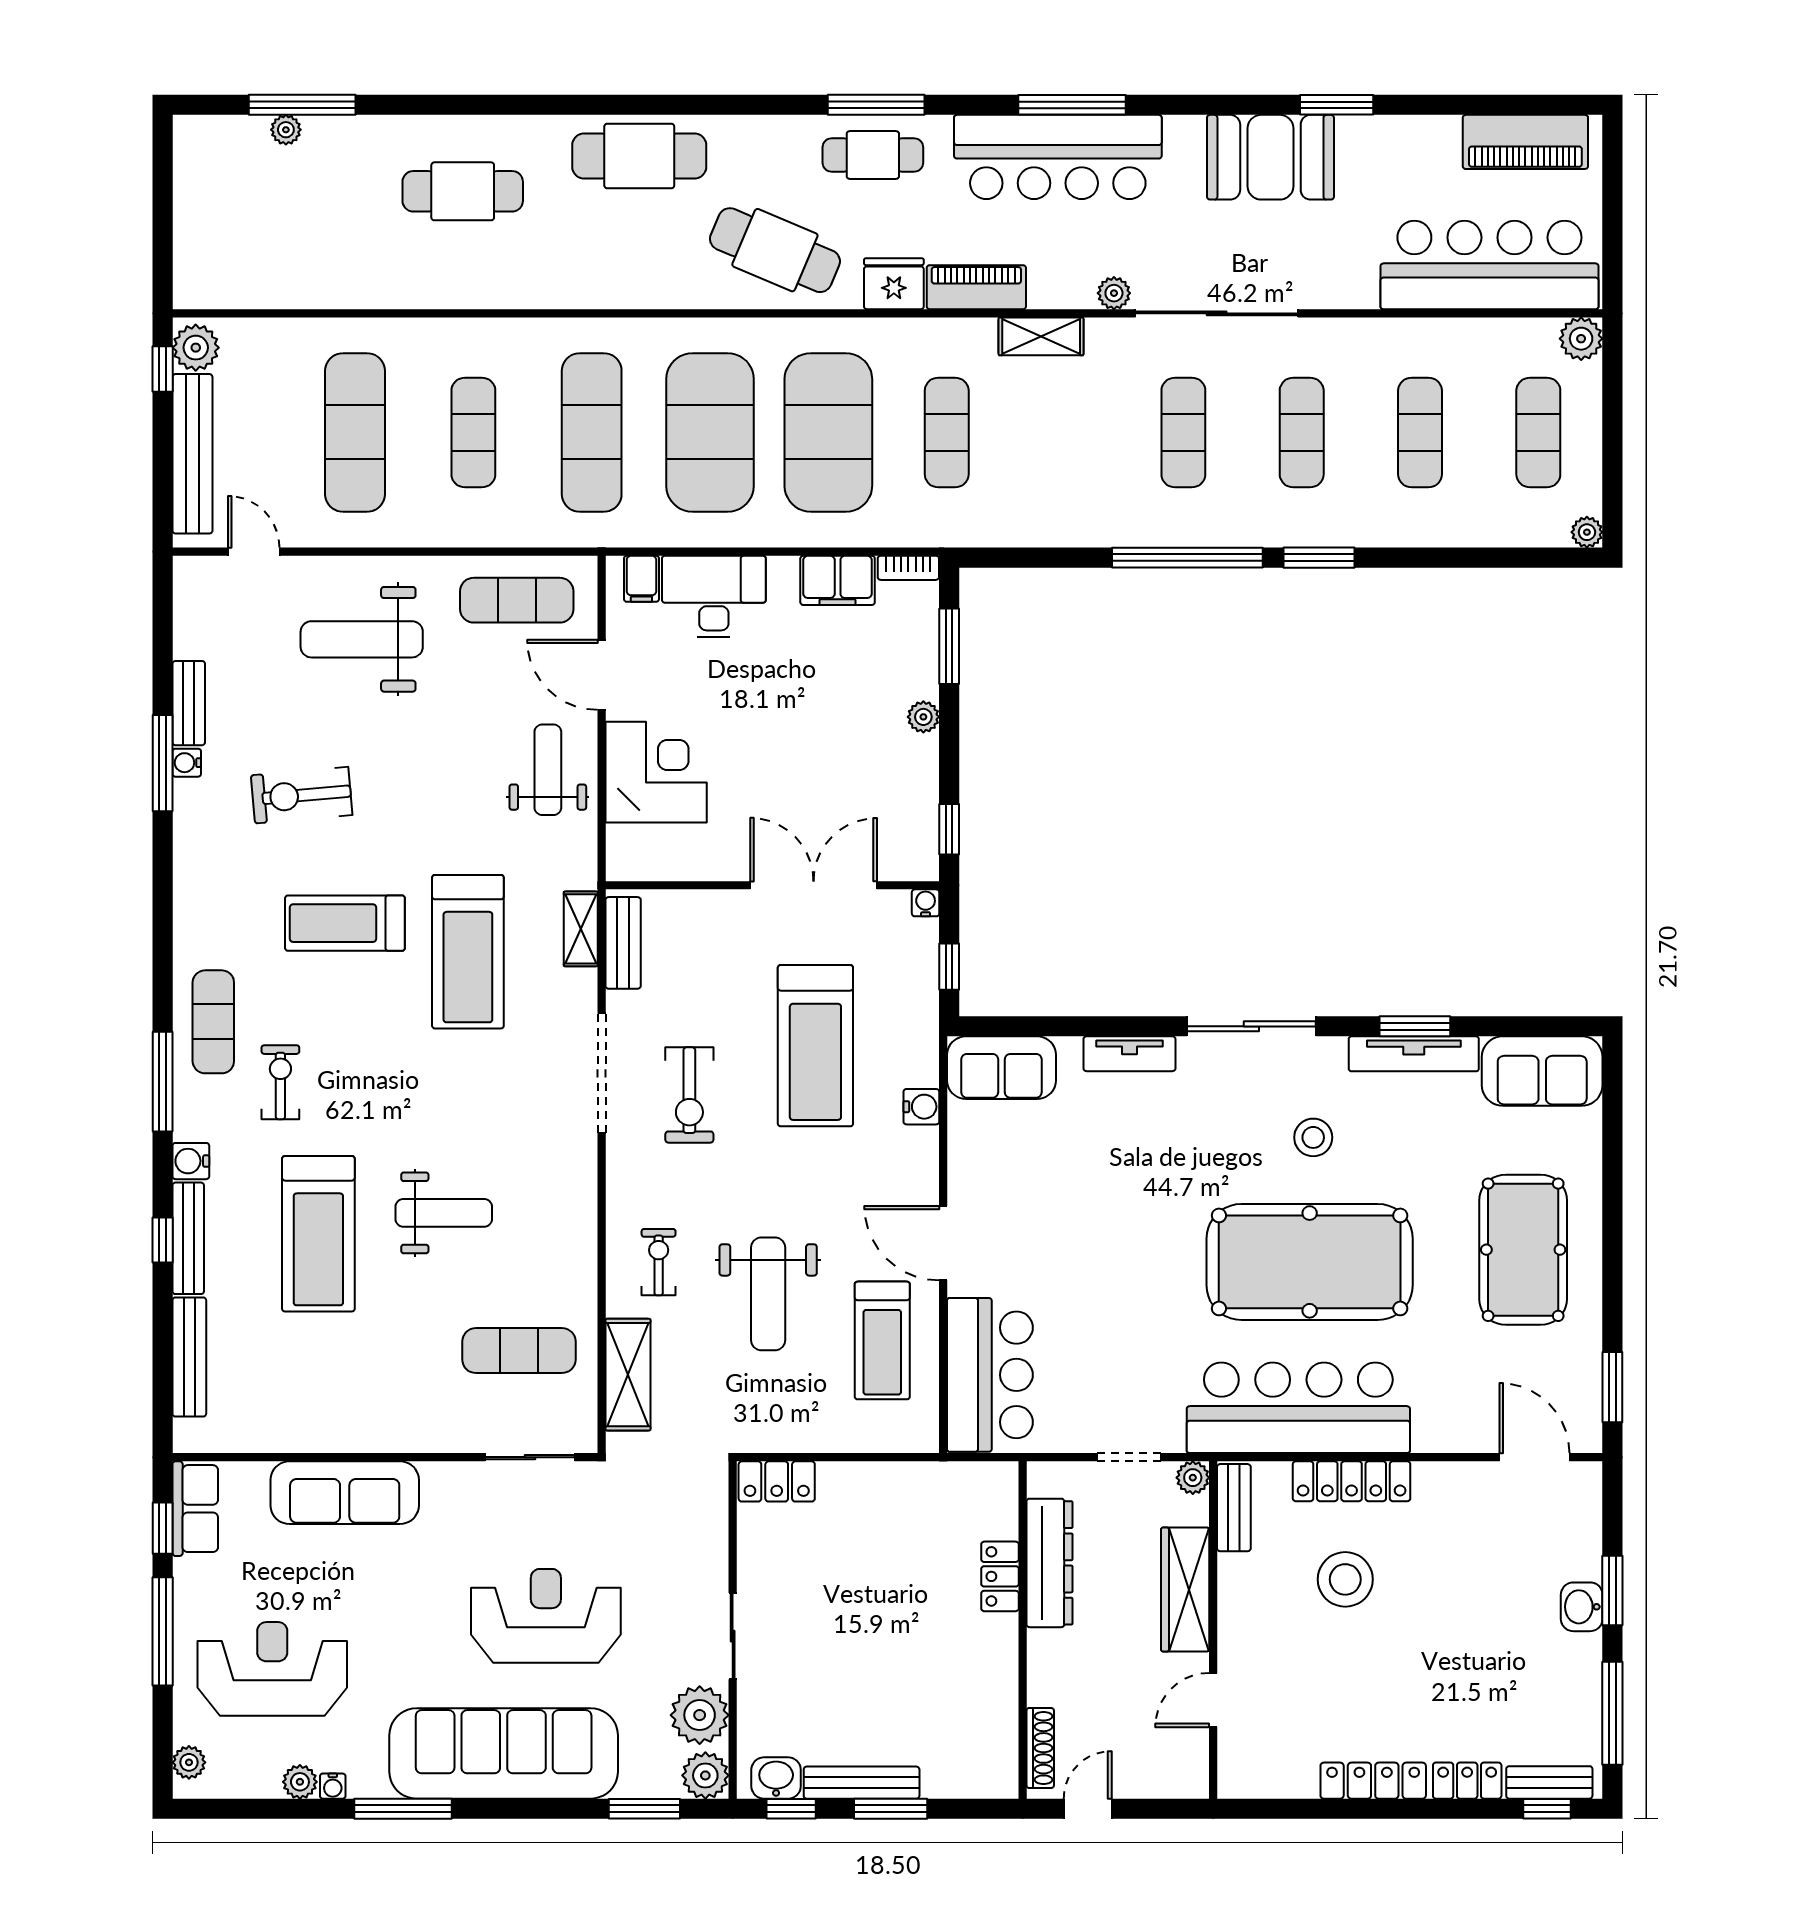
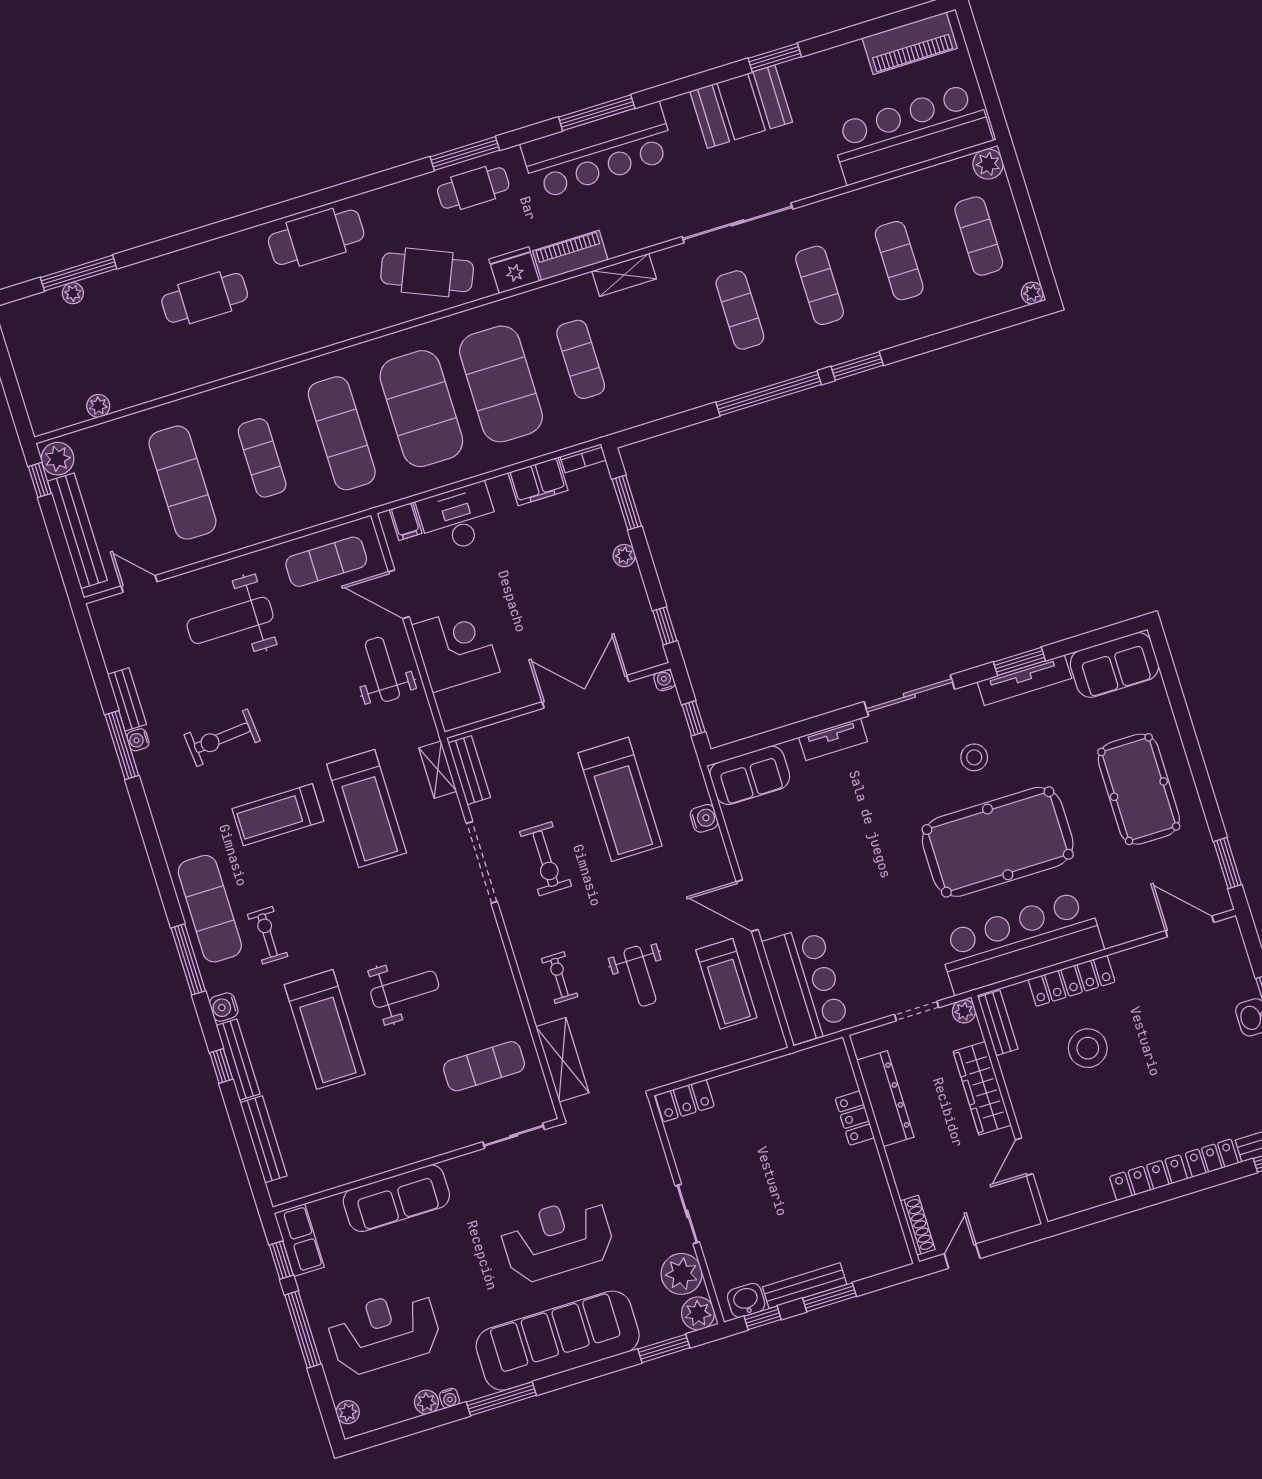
plant: (1114, 293) -> (98, 406), moved
exercise mat: (213, 1022) -> (210, 909), width x1.36, depth x1.45
weight bench: (768, 1294) -> (640, 976), width x0.73, depth x0.75

